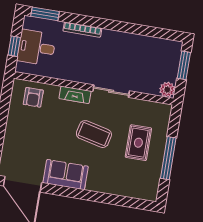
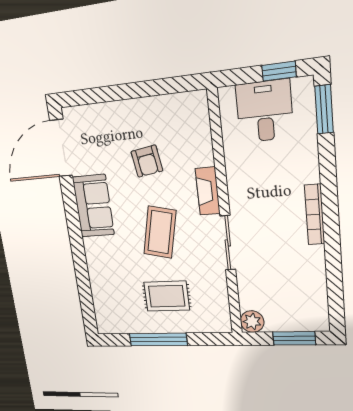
bookcase: (82, 30) -> (315, 215), moved
window: (14, 46) -> (279, 71), moved
armchair: (33, 97) -> (147, 161), moved, turned -99

